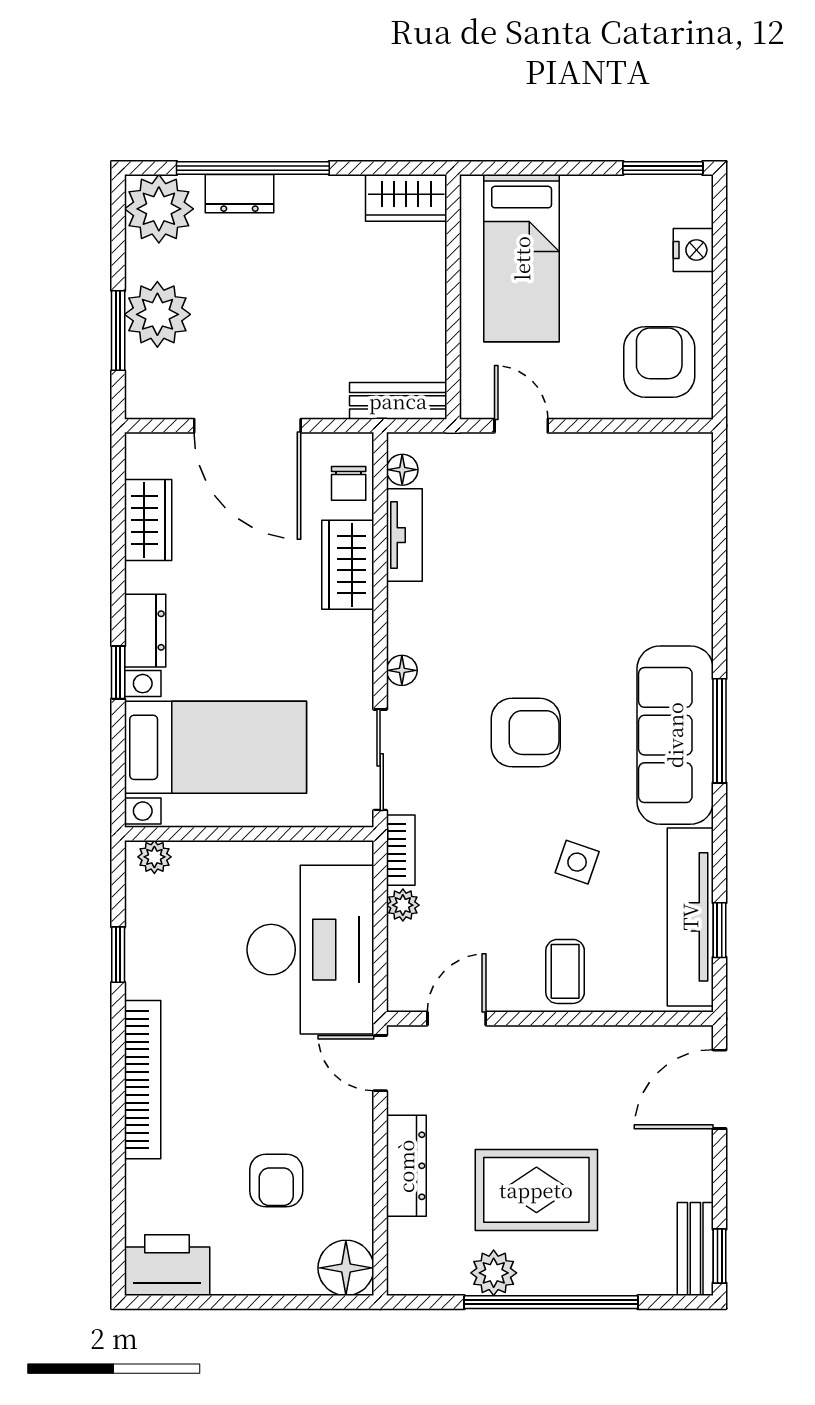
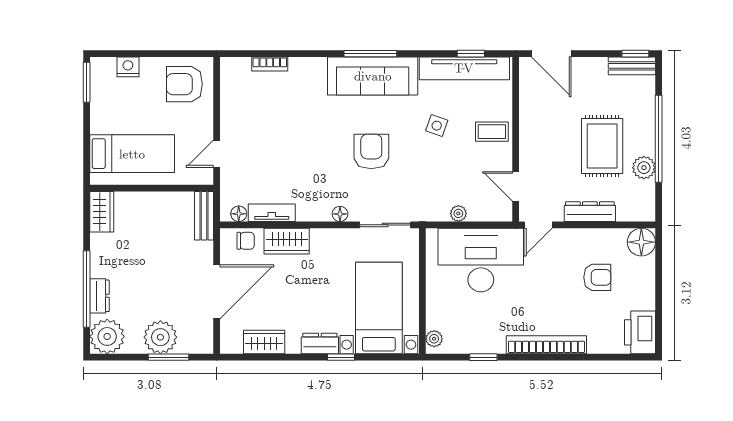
bookcase: (401, 850) -> (270, 64), moved, turned 180

